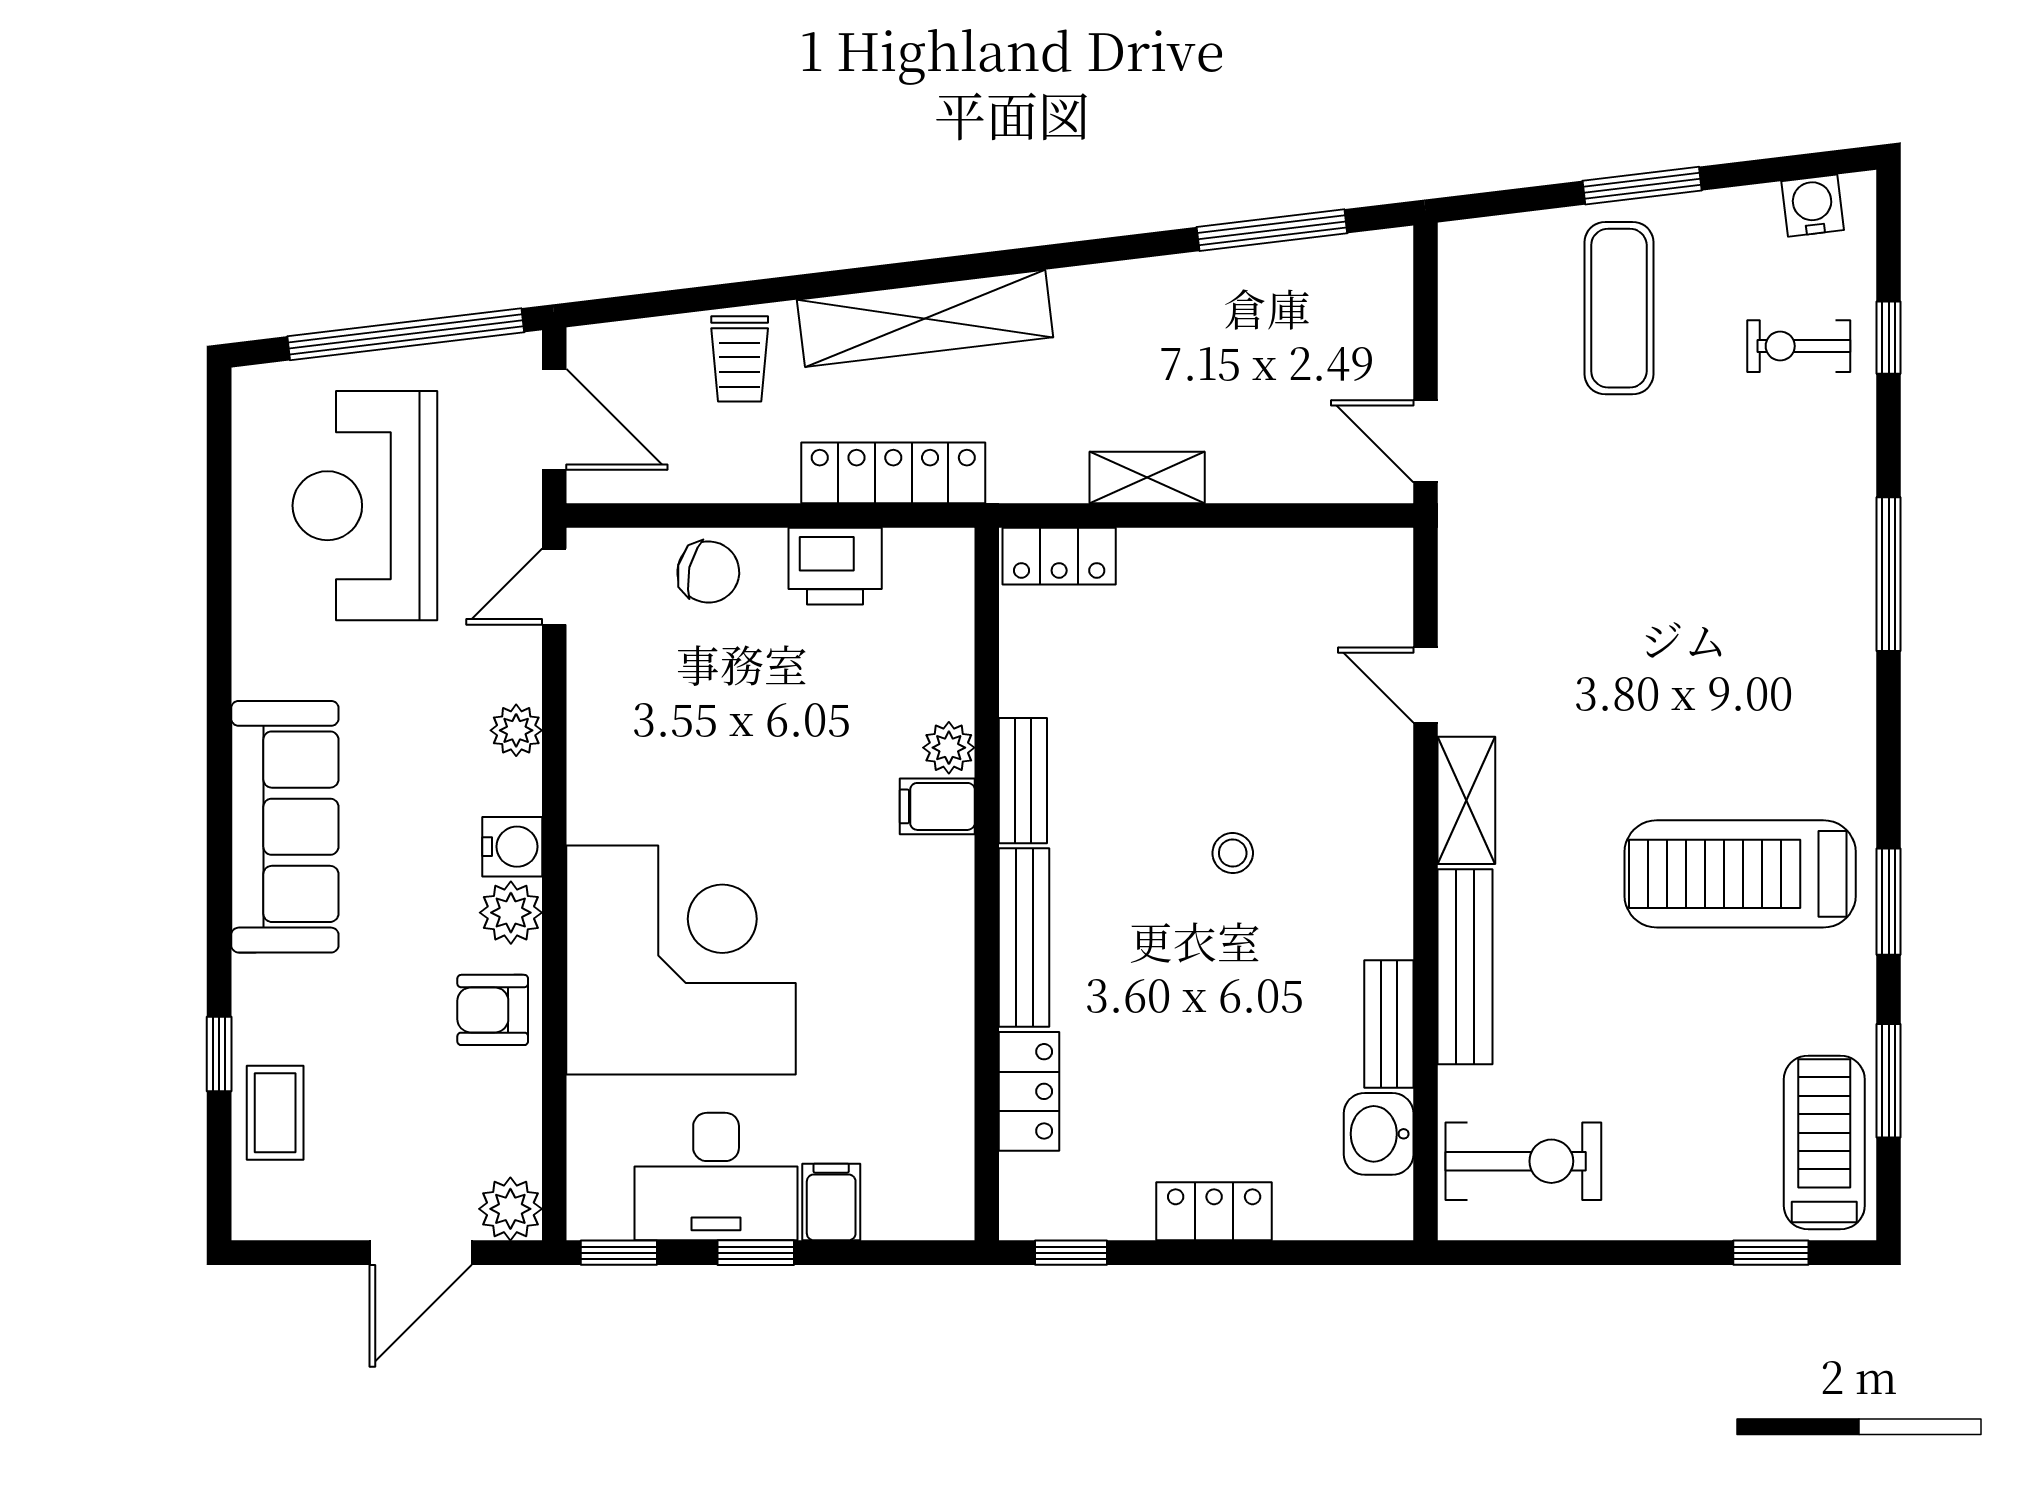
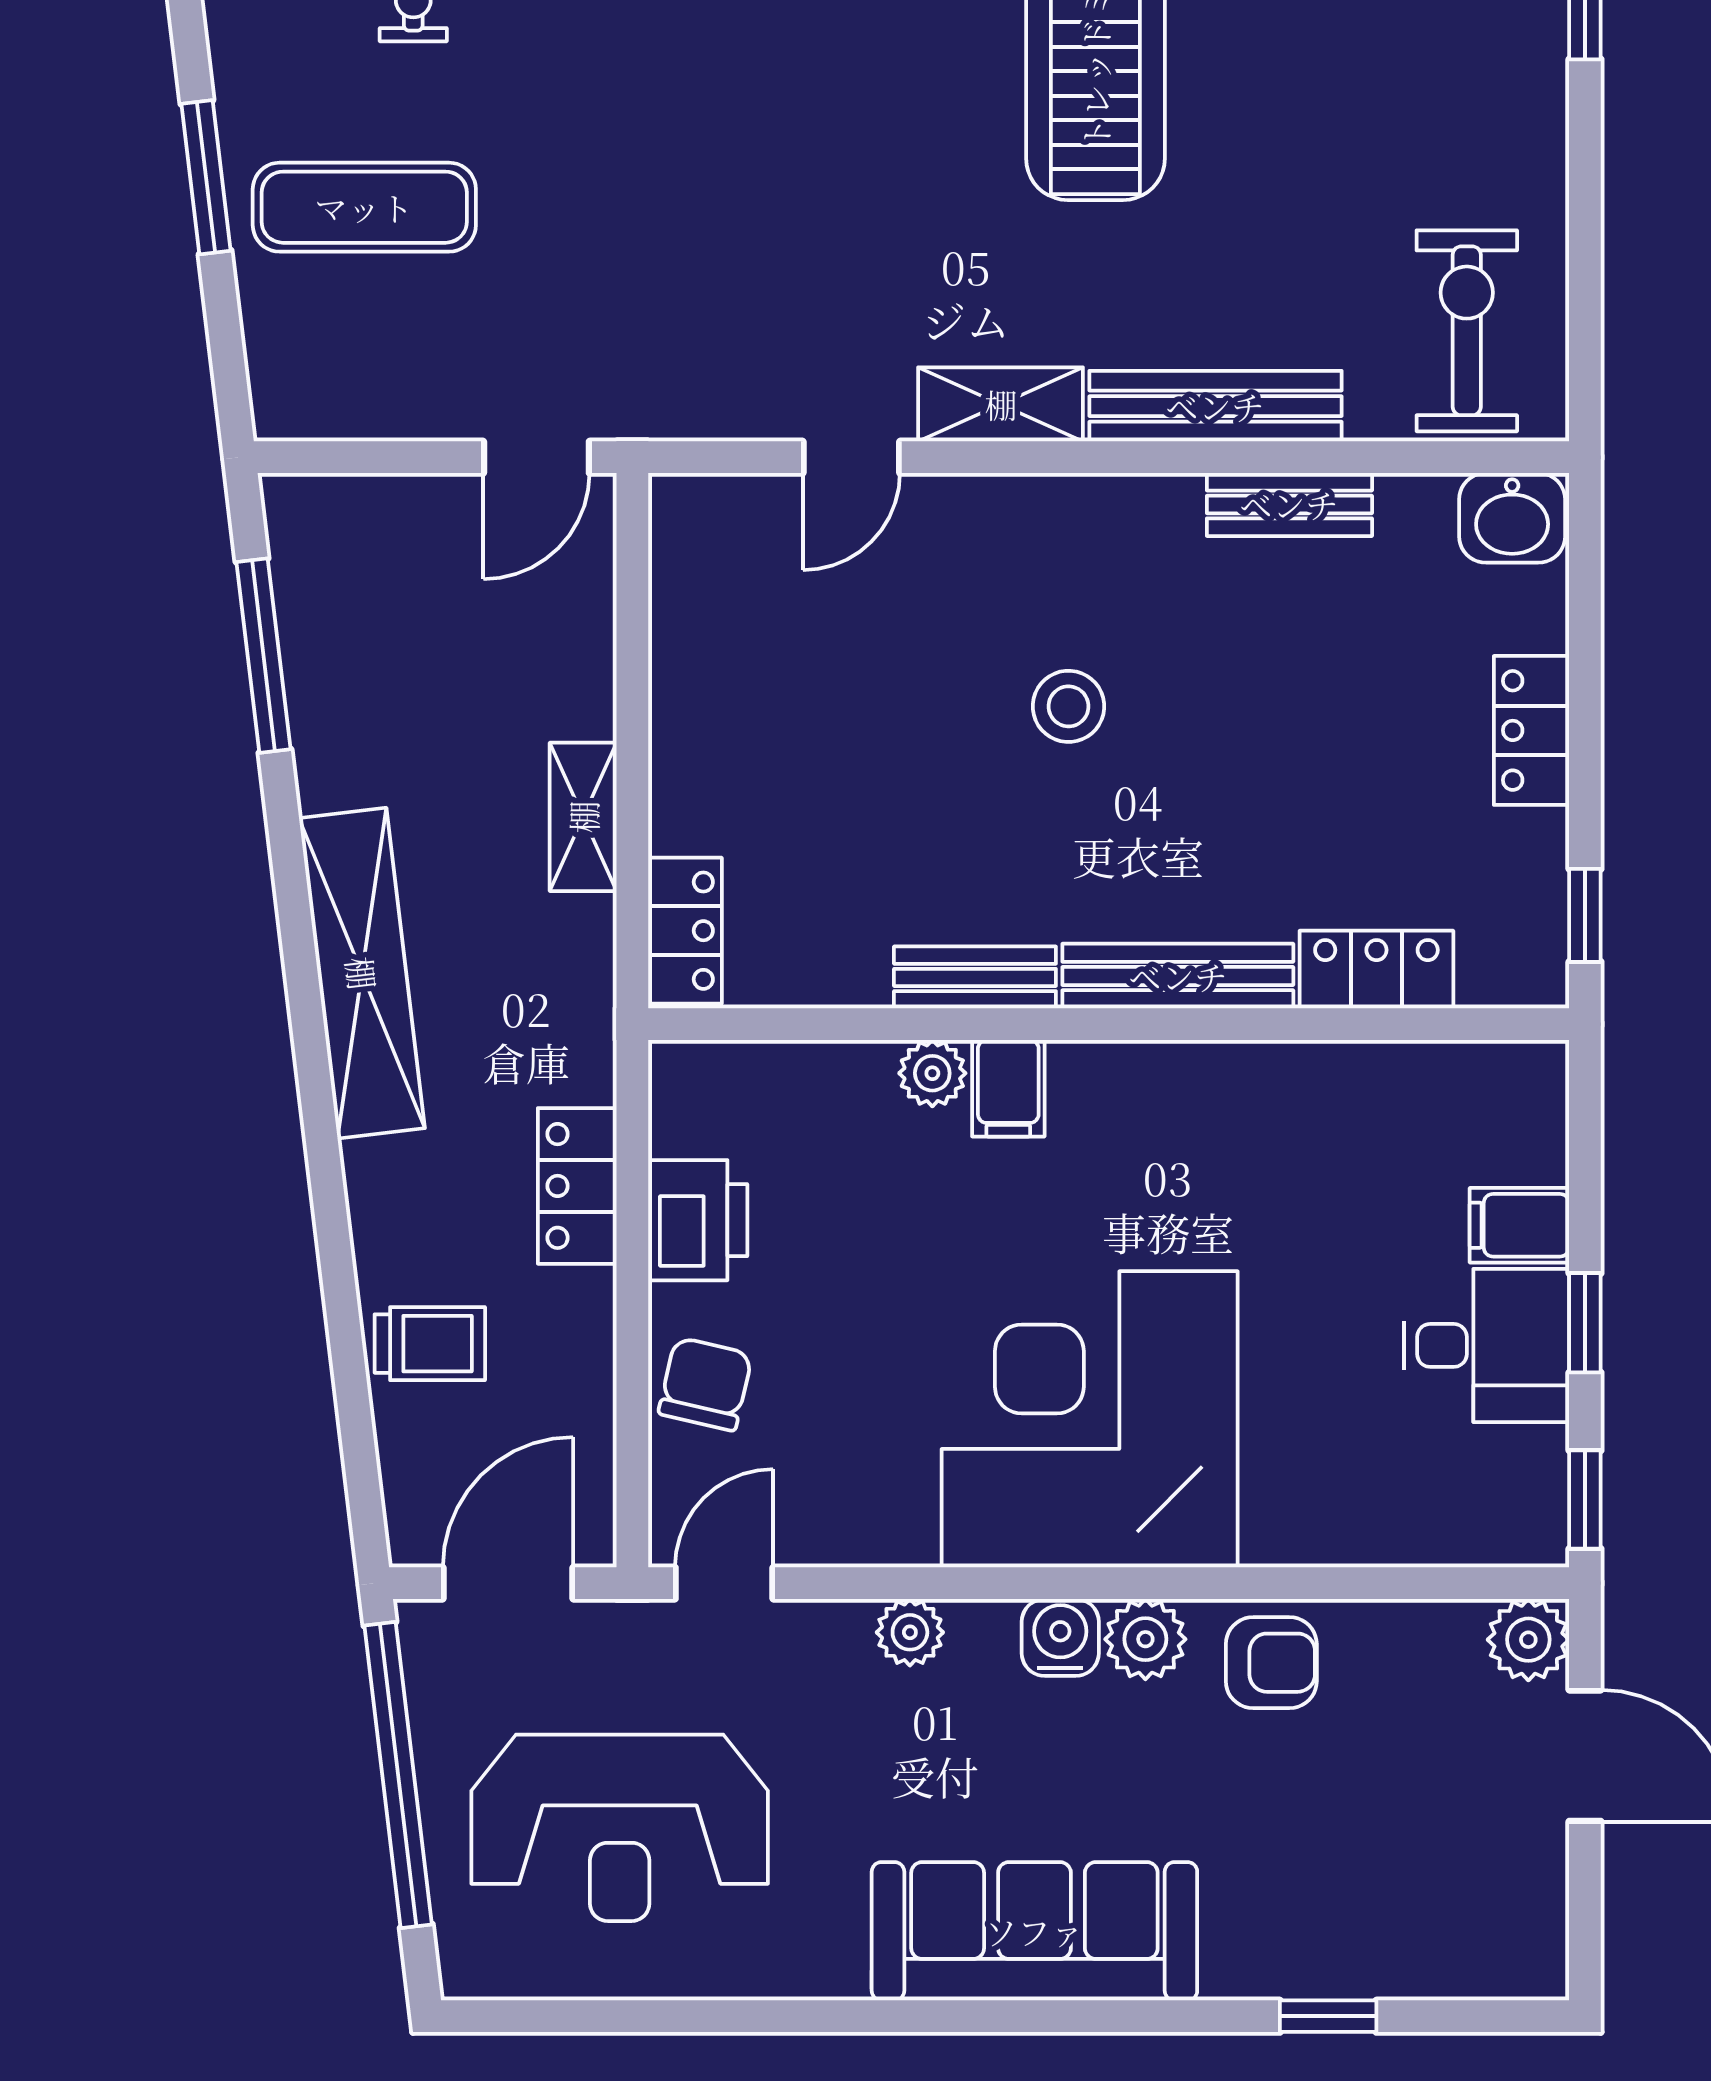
shelving: (925, 318) -> (362, 973), moved
locker: (893, 473) -> (577, 1186), width x0.66
door: (554, 587) -> (724, 1583), swing flipped
stool: (1233, 853) -> (1068, 706), width x1.37, depth x1.37
corner desk: (681, 960) -> (1090, 1419), moved
armchair: (493, 1010) -> (1271, 1663), turned -90
coffee table: (275, 1113) -> (1404, 1944), removed
washbasin: (1379, 1134) -> (1512, 518), moved
desk: (716, 1177) -> (1487, 1345), width x0.73

